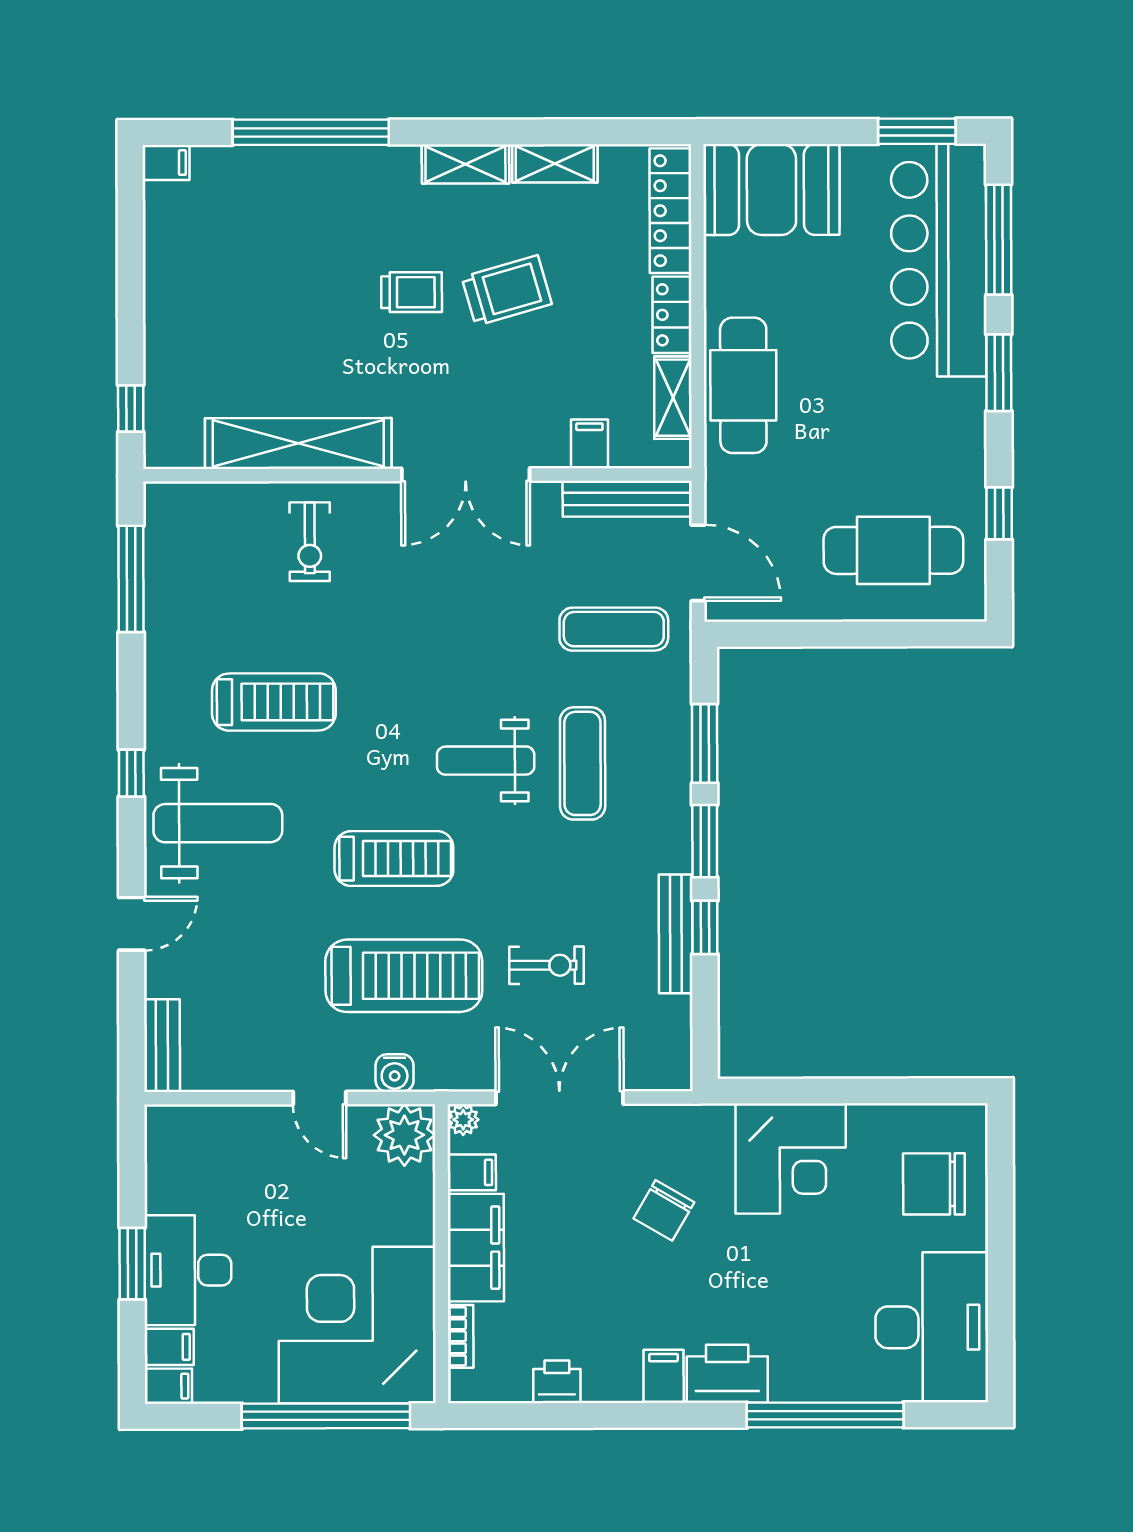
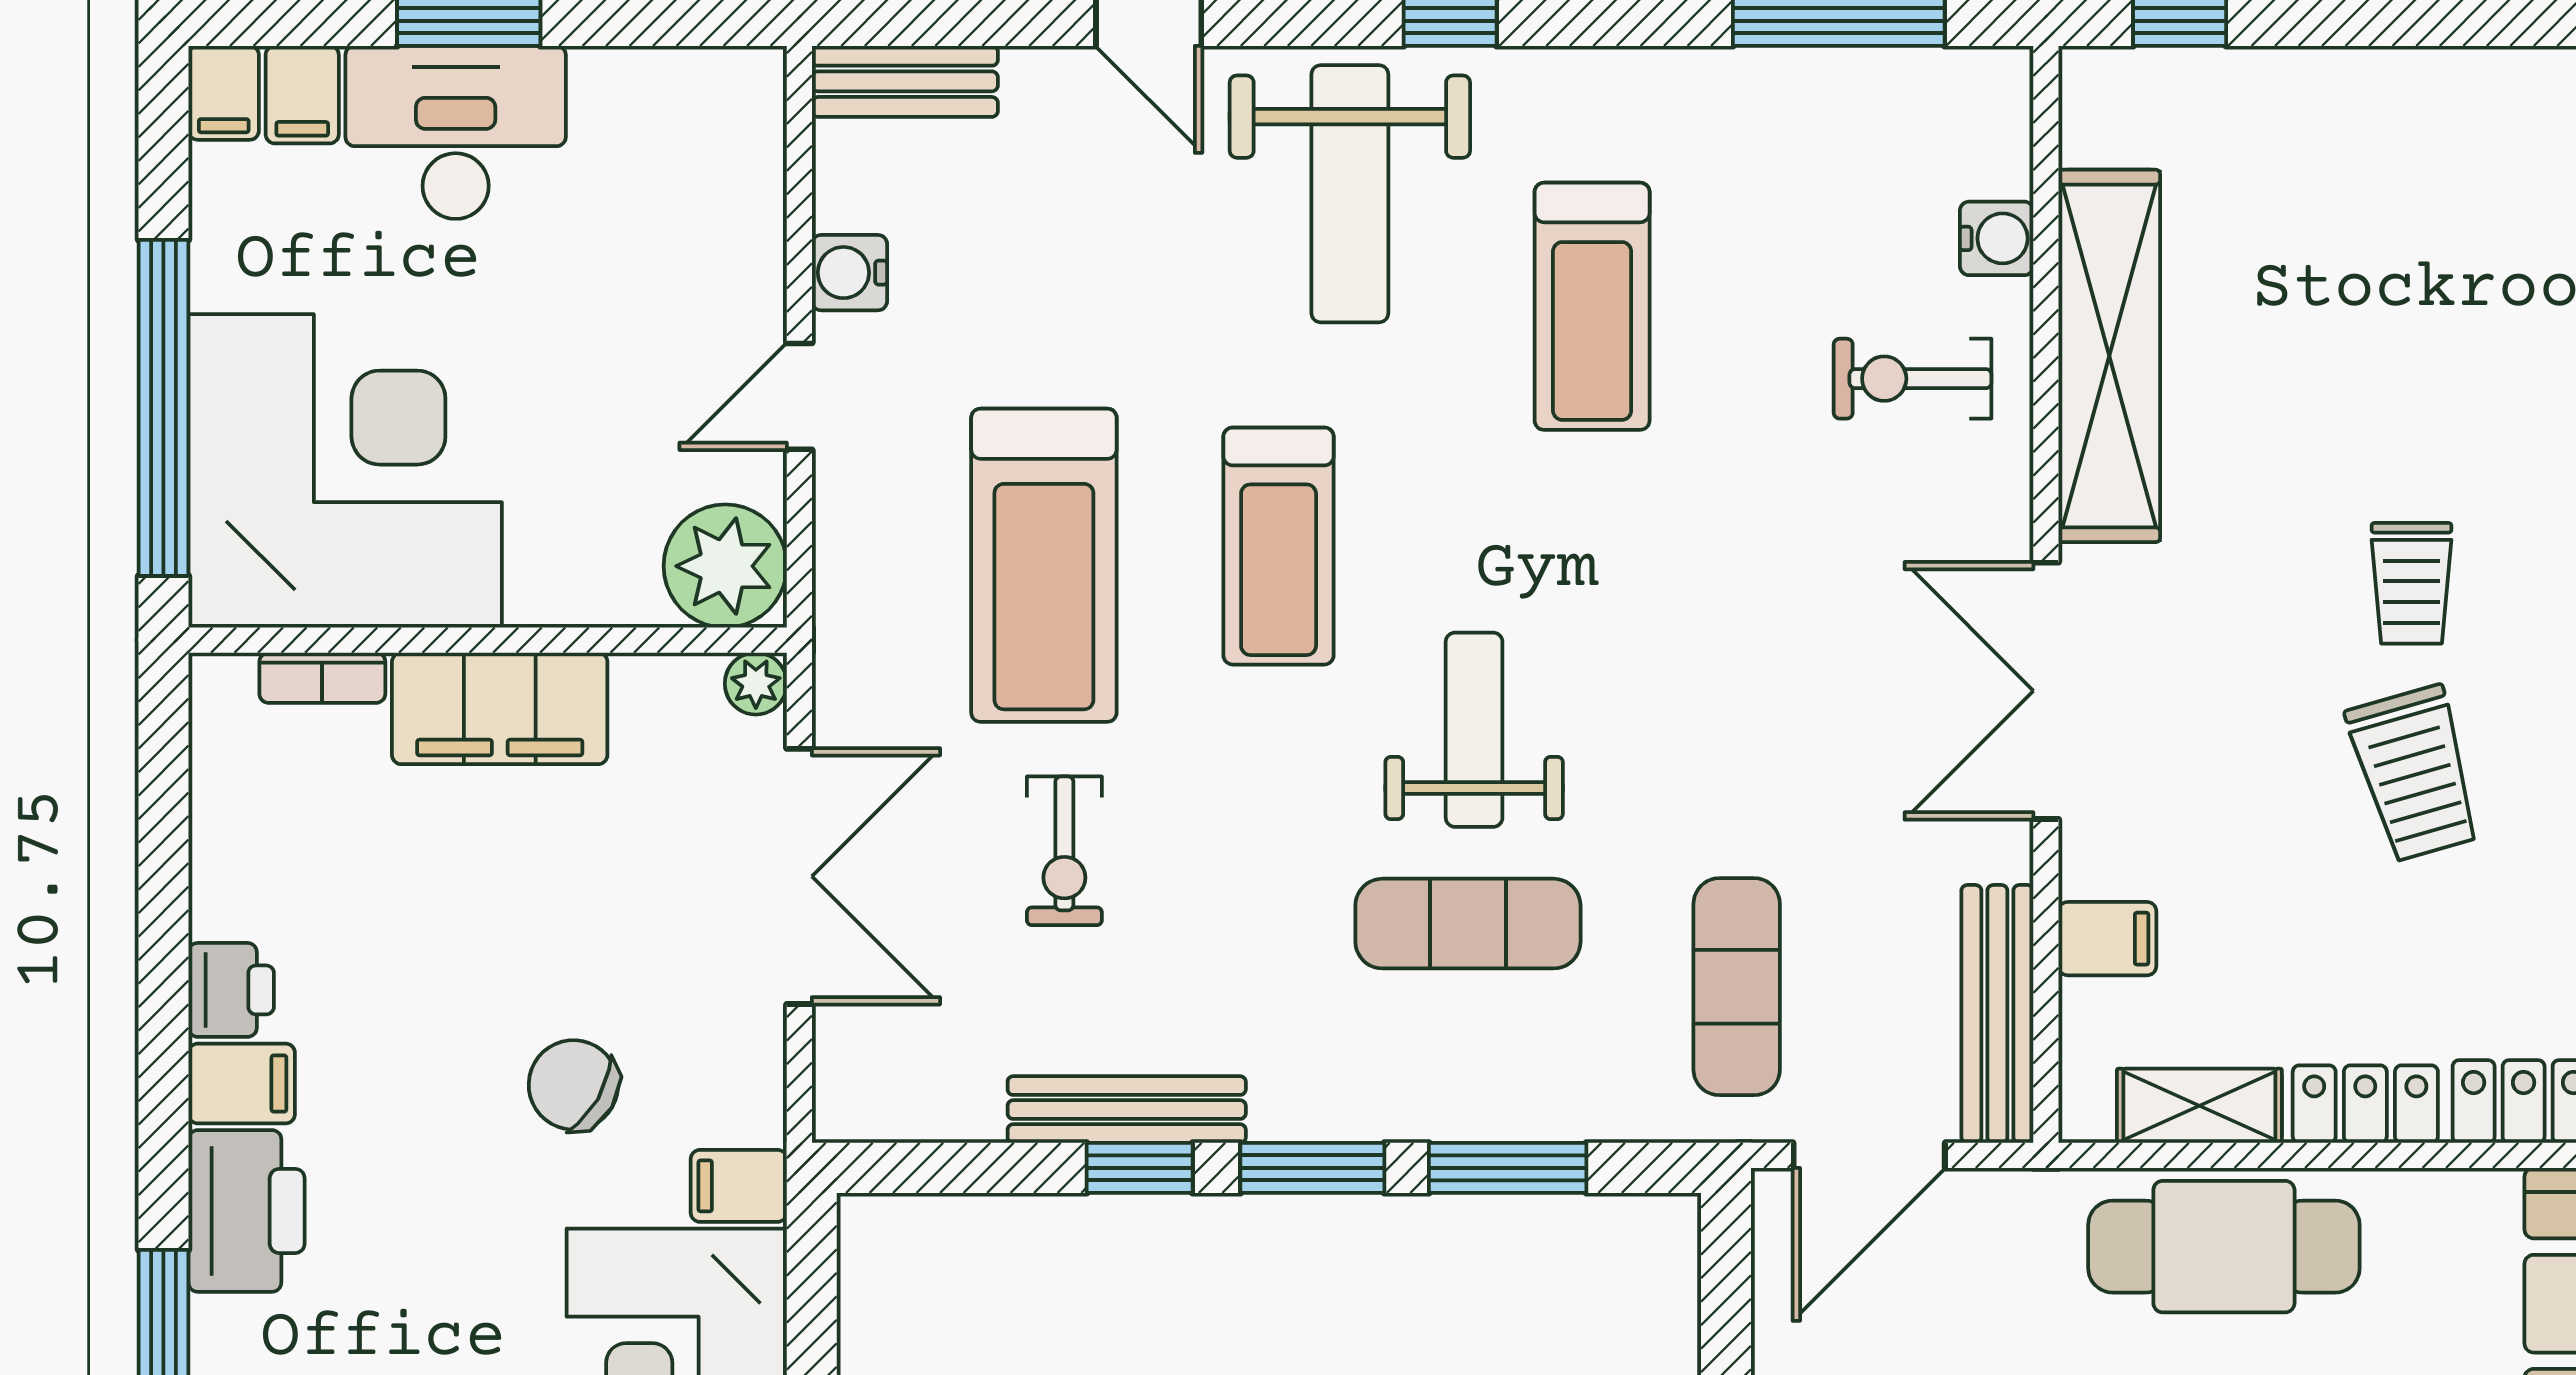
water cooler: (240, 500) -> (1997, 238), added
water cooler: (395, 1073) -> (849, 273), moved
filing cabinet: (472, 1172) -> (739, 1186), moved, turned 90
printer: (557, 1382) -> (231, 990), moved

